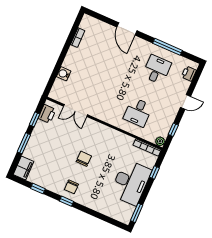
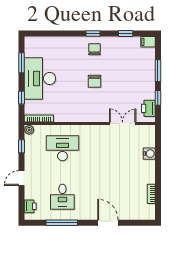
desk: (138, 112) -> (62, 148), width x1.37
filing cabinet: (23, 168) -> (148, 42), width x0.50
window: (137, 213) -> (22, 63), moved

